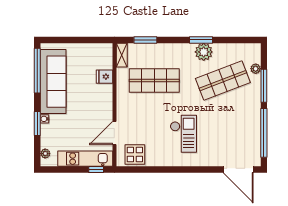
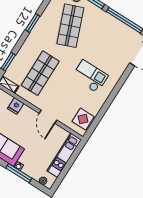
plant: (204, 52) -> (42, 26), removed
window: (37, 124) -> (19, 173), width x1.44
door: (114, 133) -> (48, 117), moved
window: (96, 169) -> (76, 153), removed

